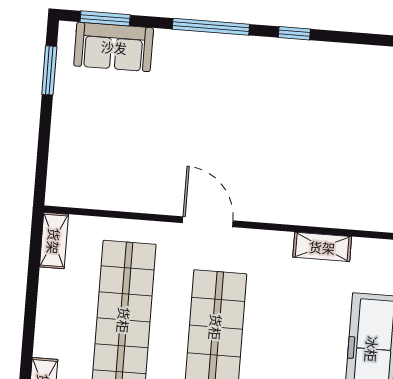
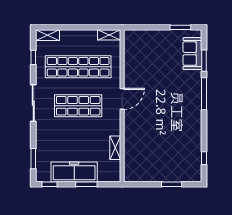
window: (105, 18) -> (204, 61), moved
window: (294, 33) -> (204, 158), moved

